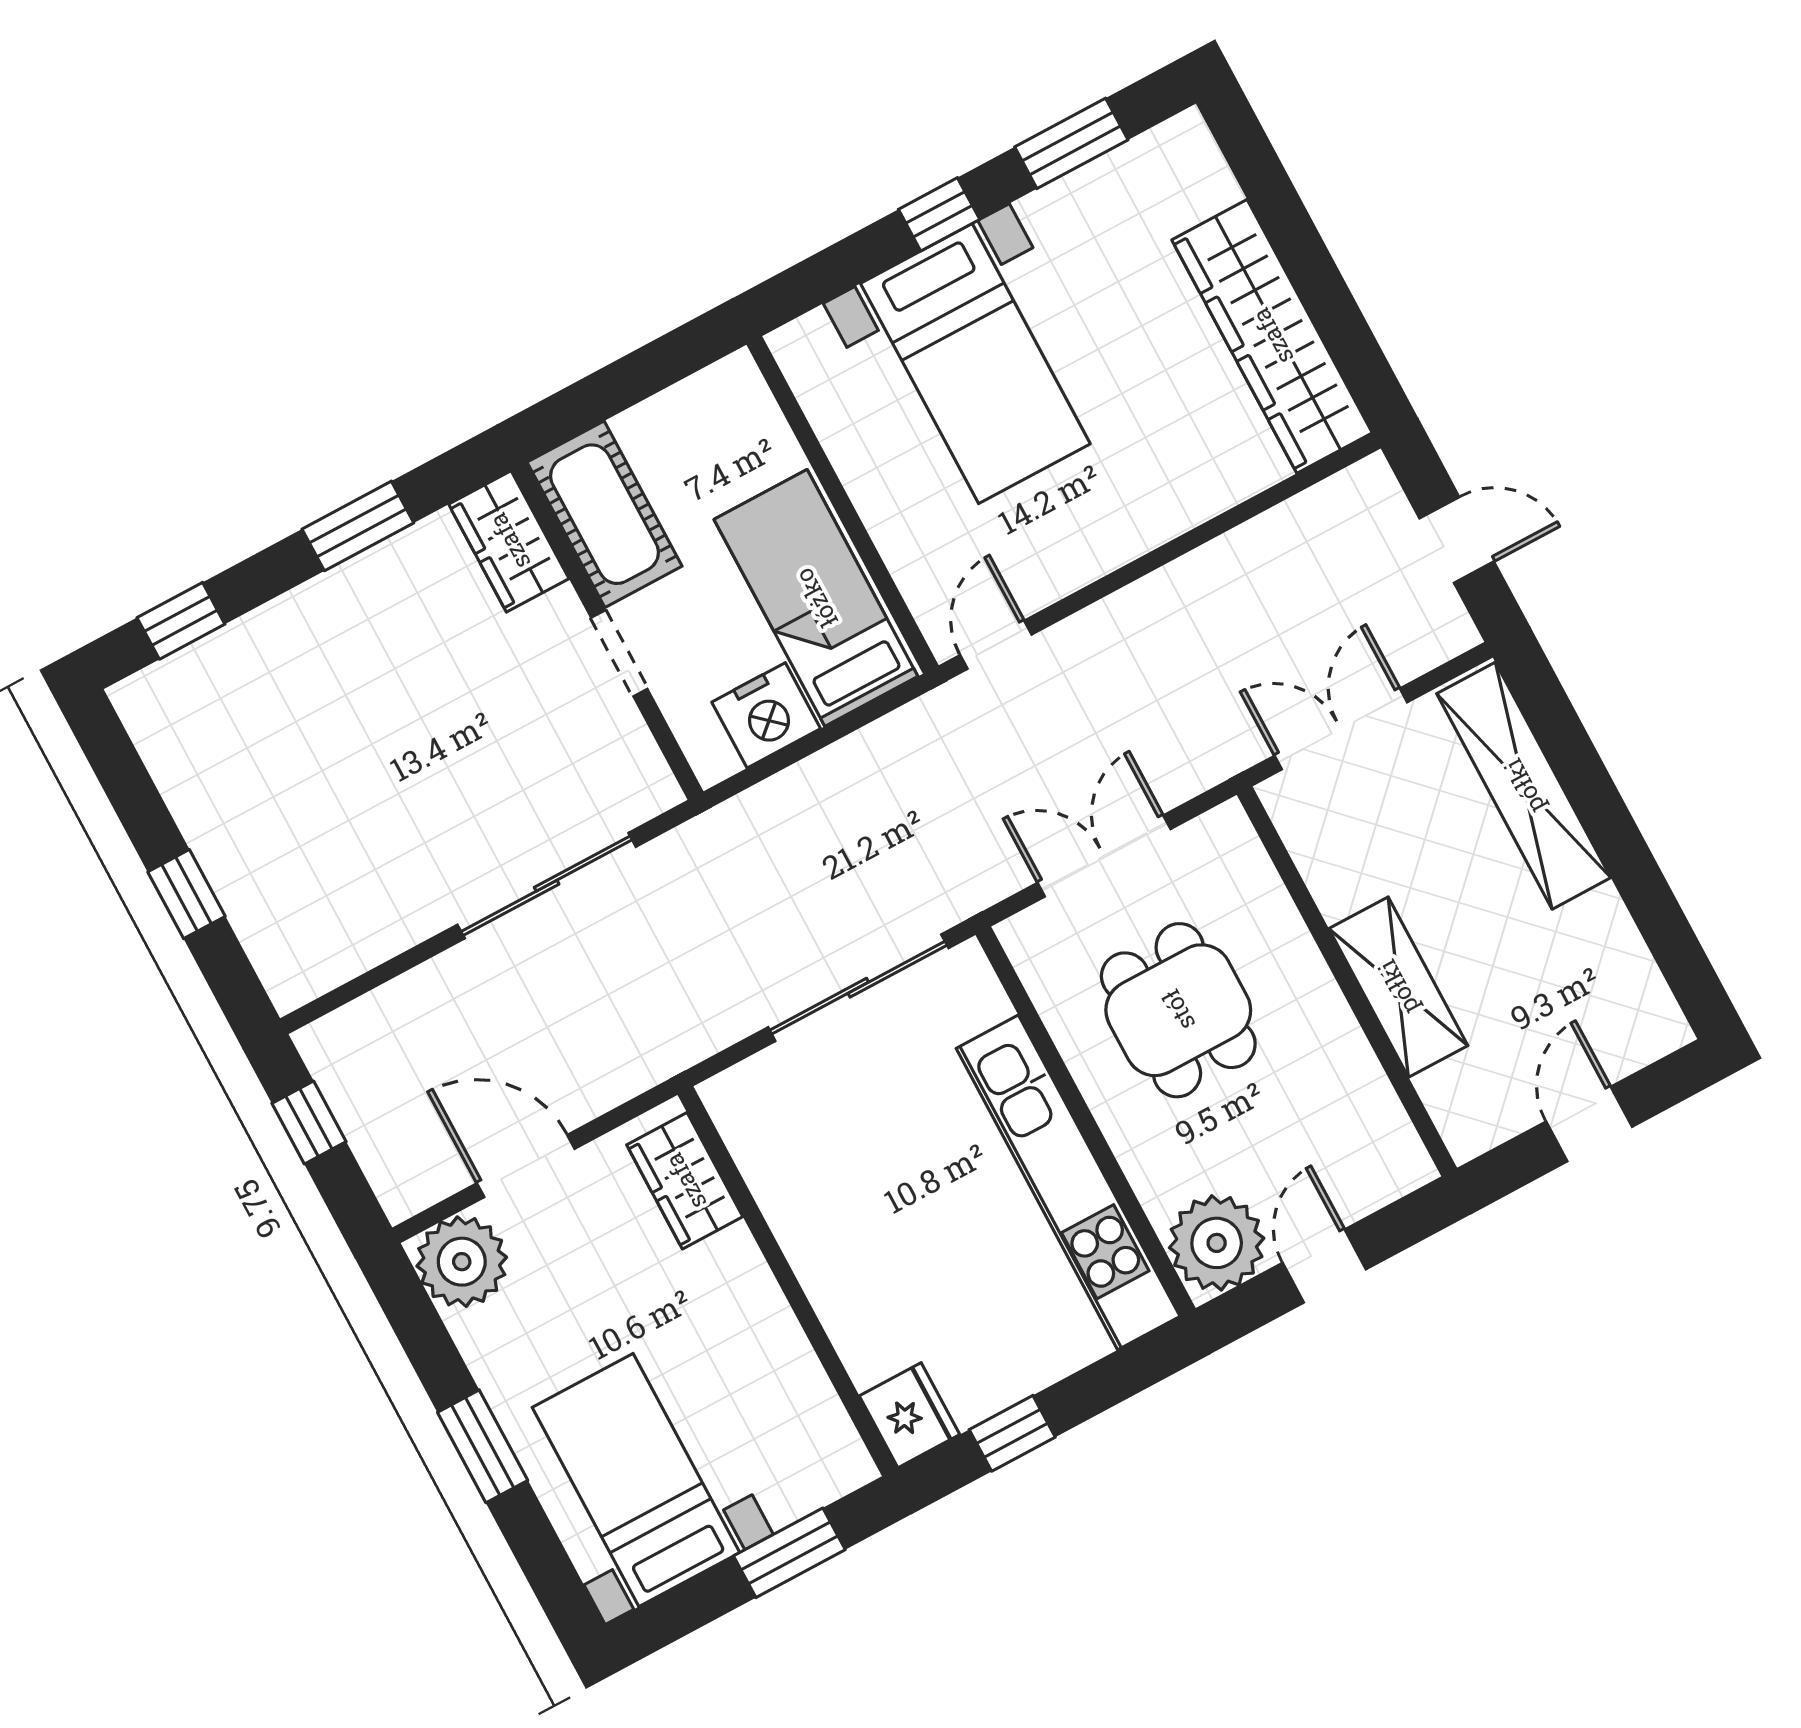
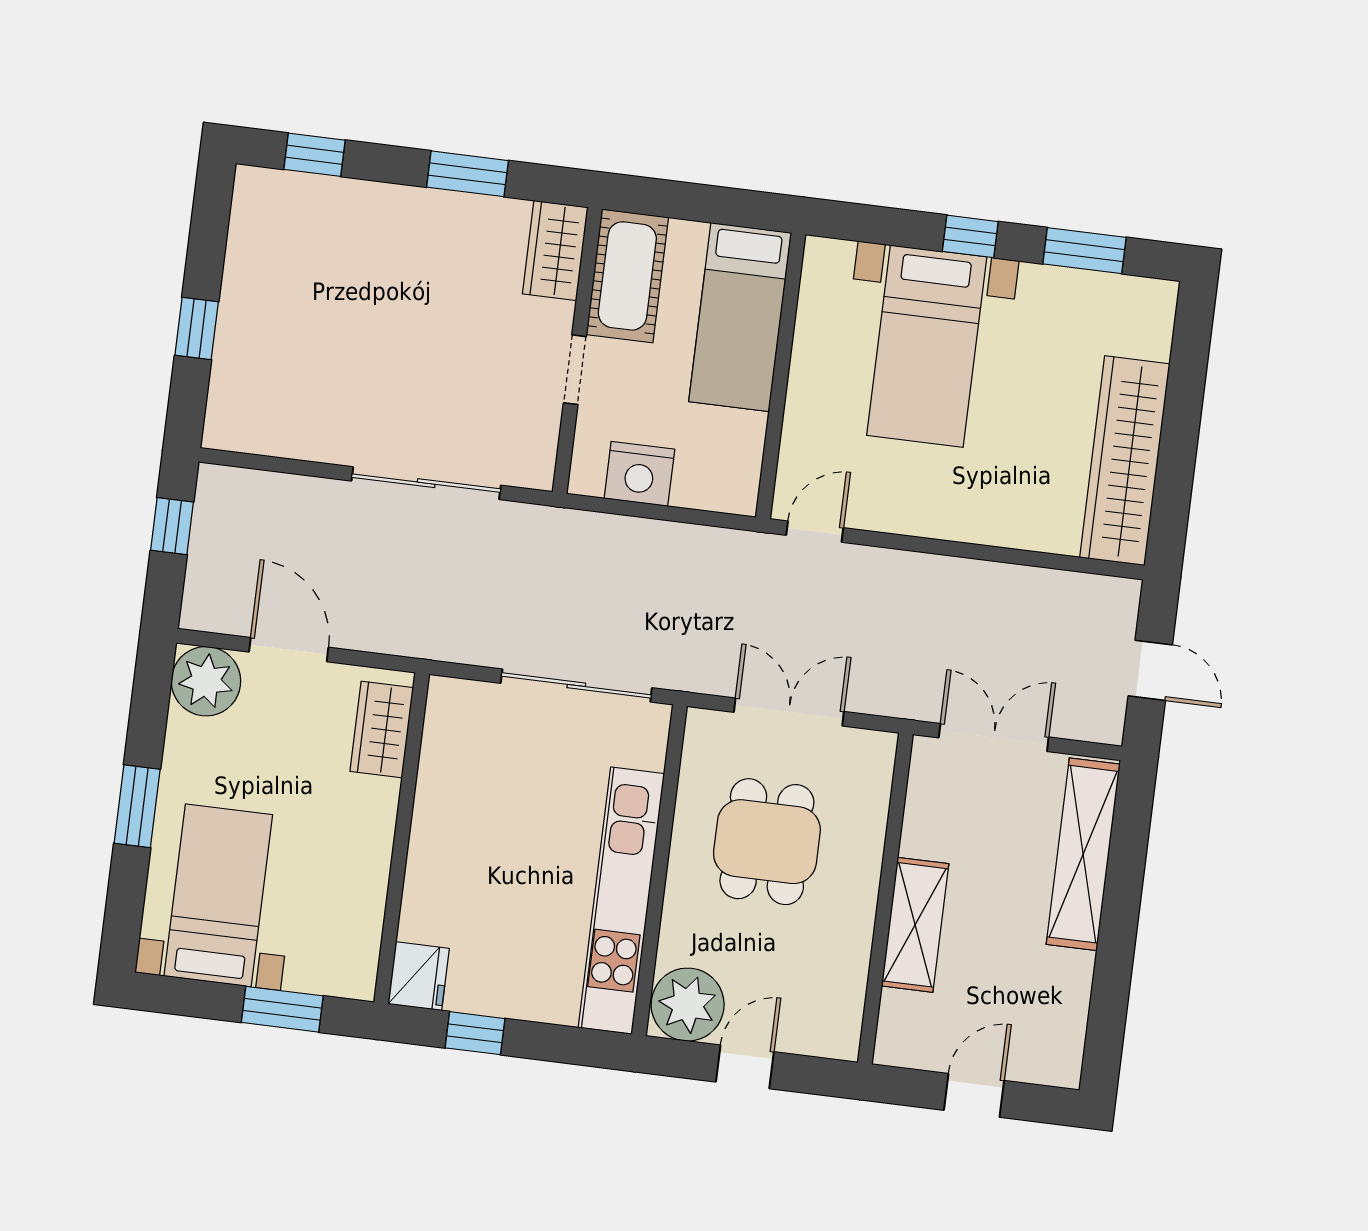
bed: (816, 598) -> (740, 317), moved, turned 180

